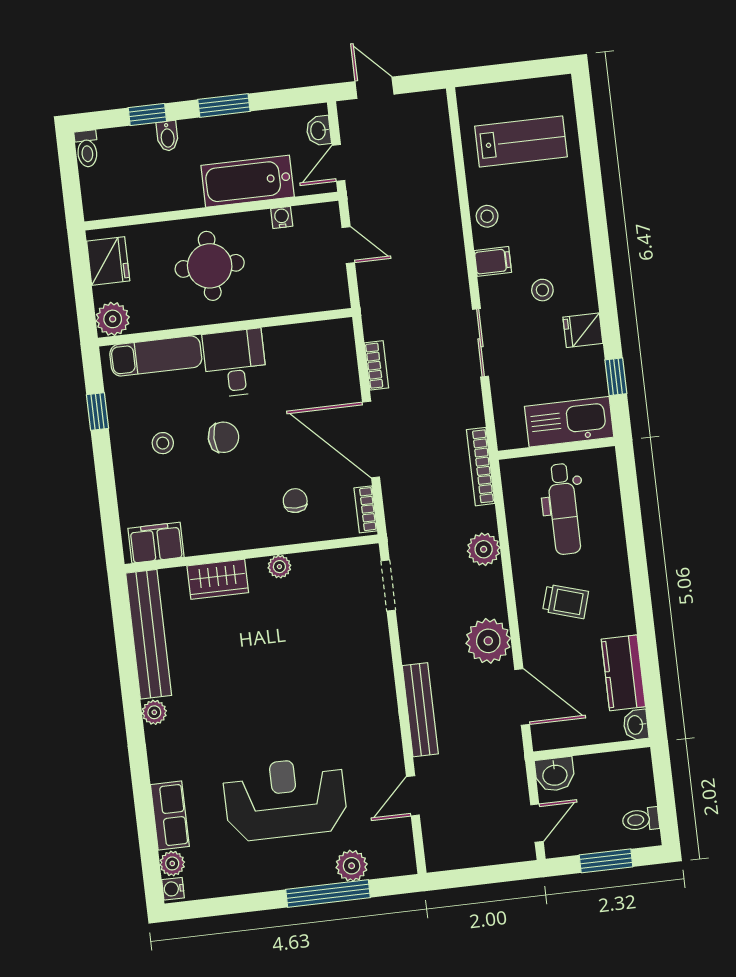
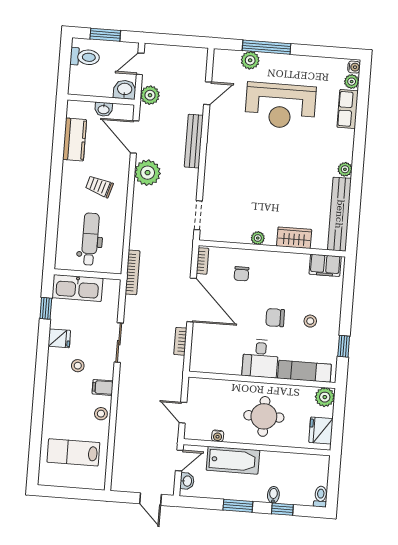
plant: (484, 549) -> (150, 95), moved
washbasin: (636, 725) -> (104, 109), moved, turned 90
toilet: (641, 820) -> (85, 57), width x1.37, depth x1.39

